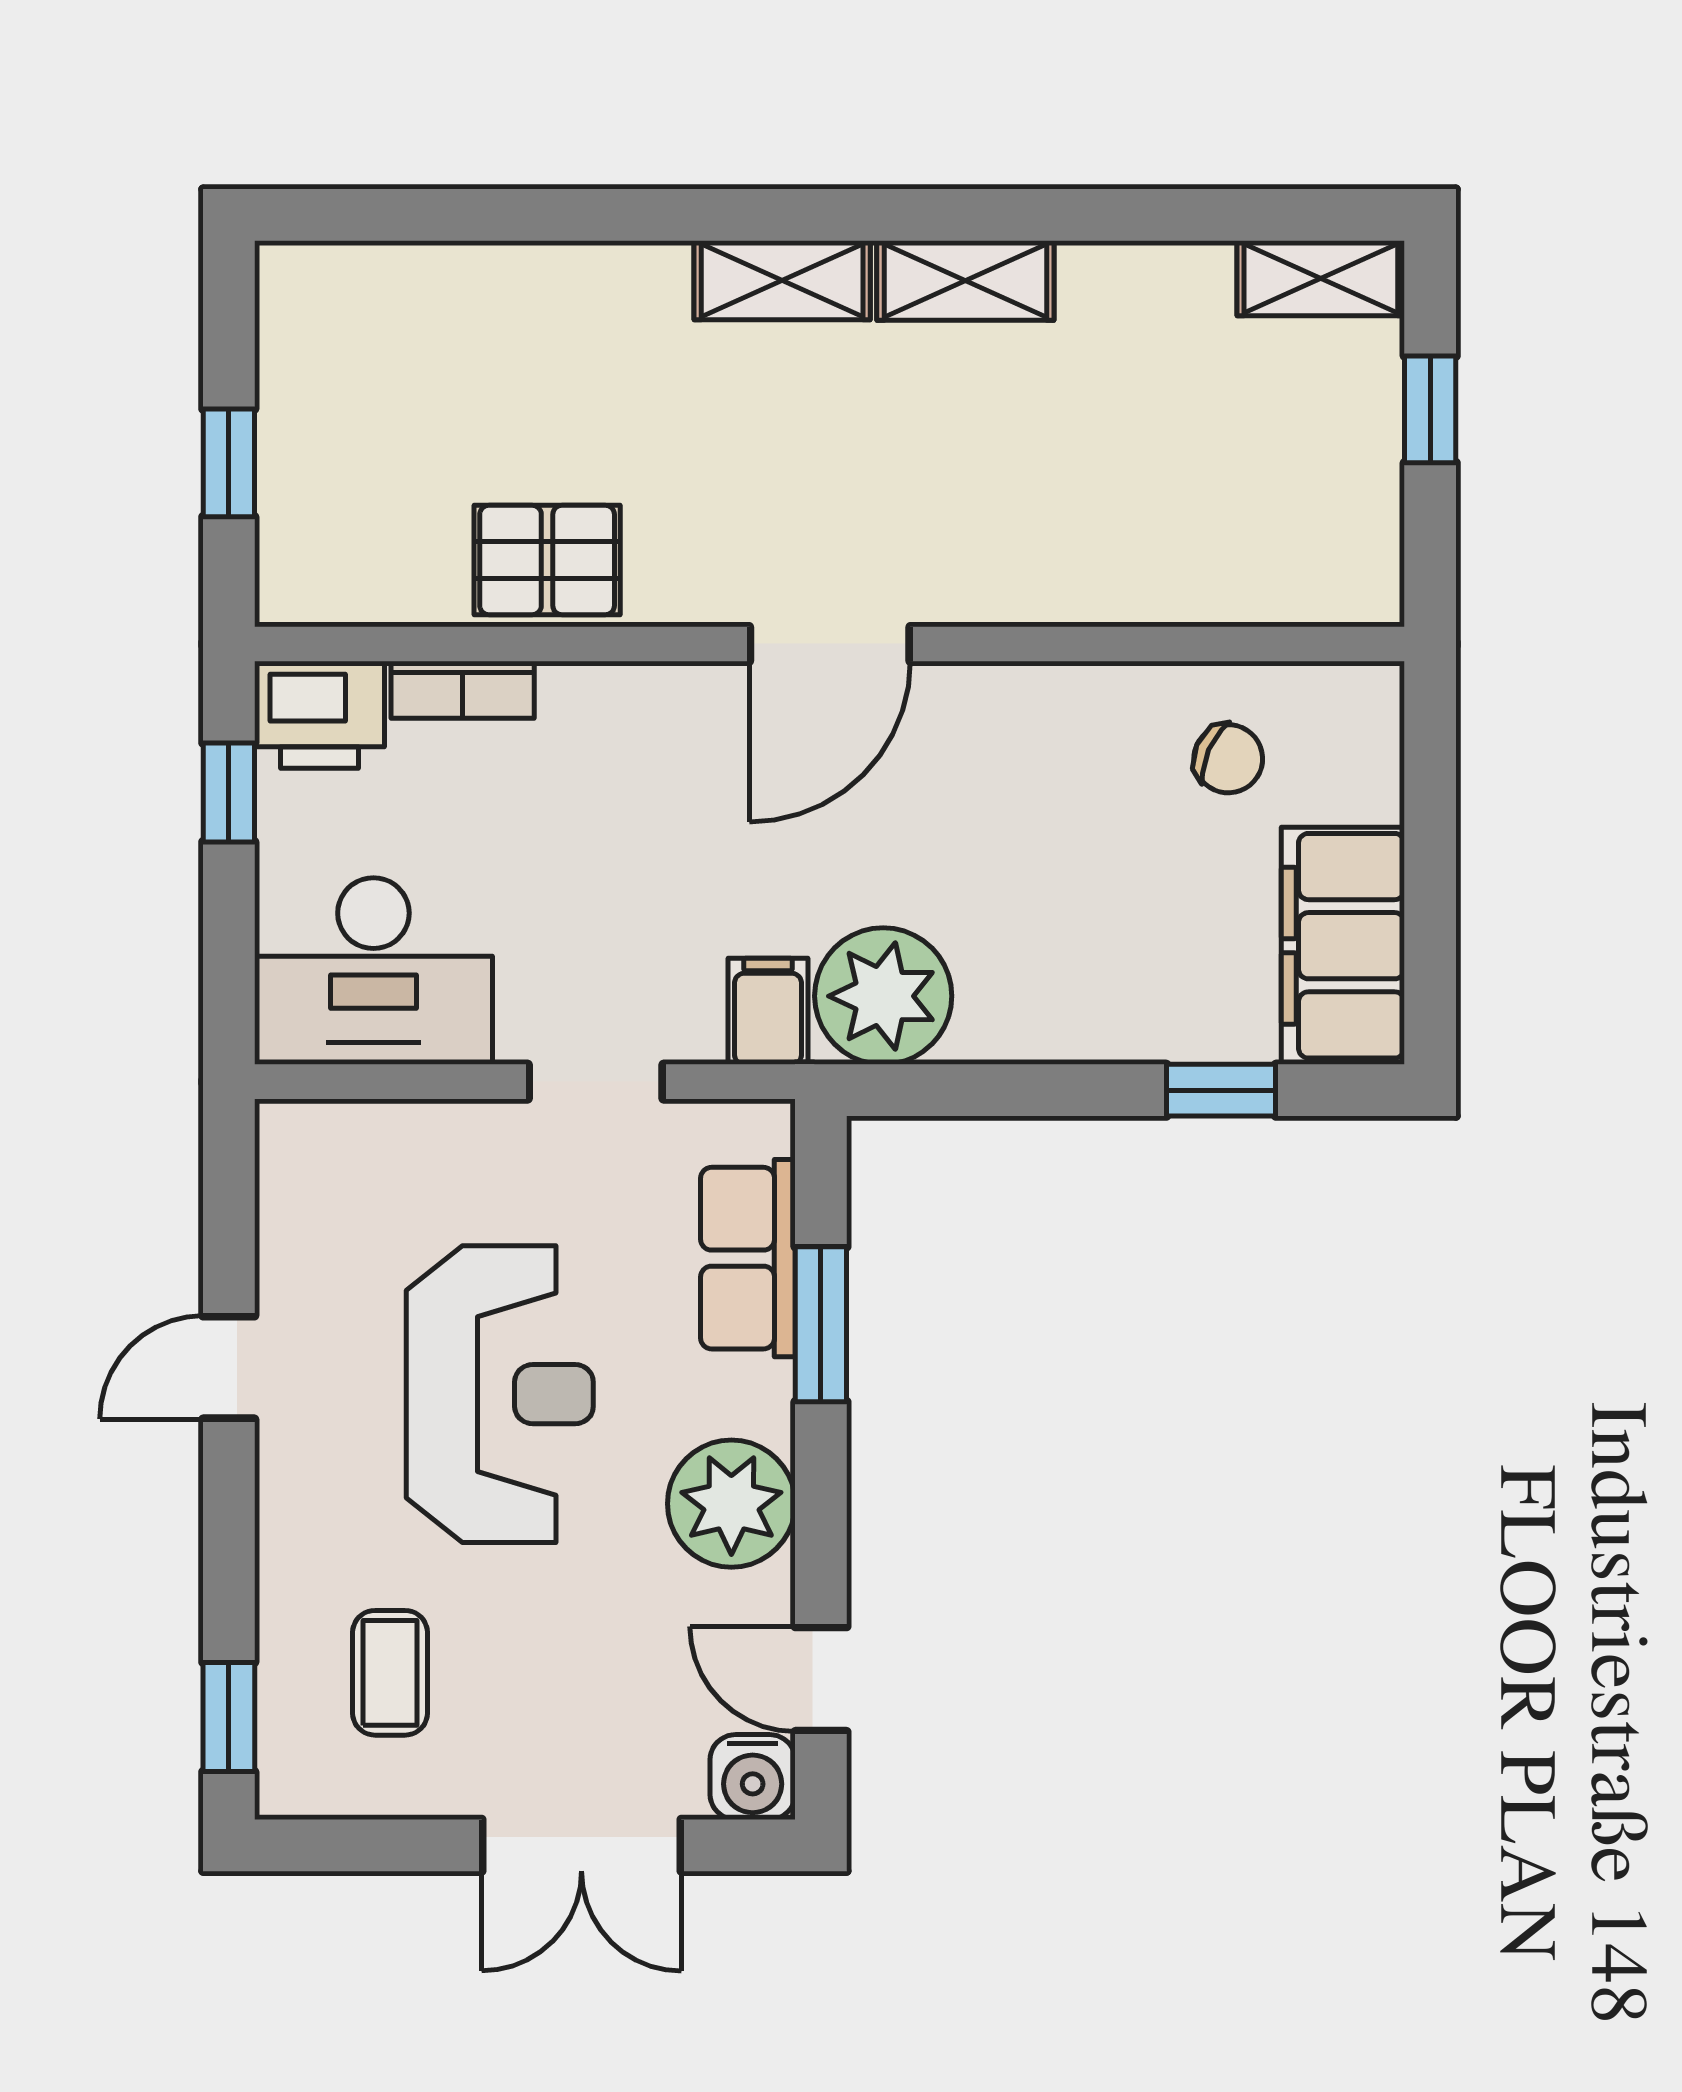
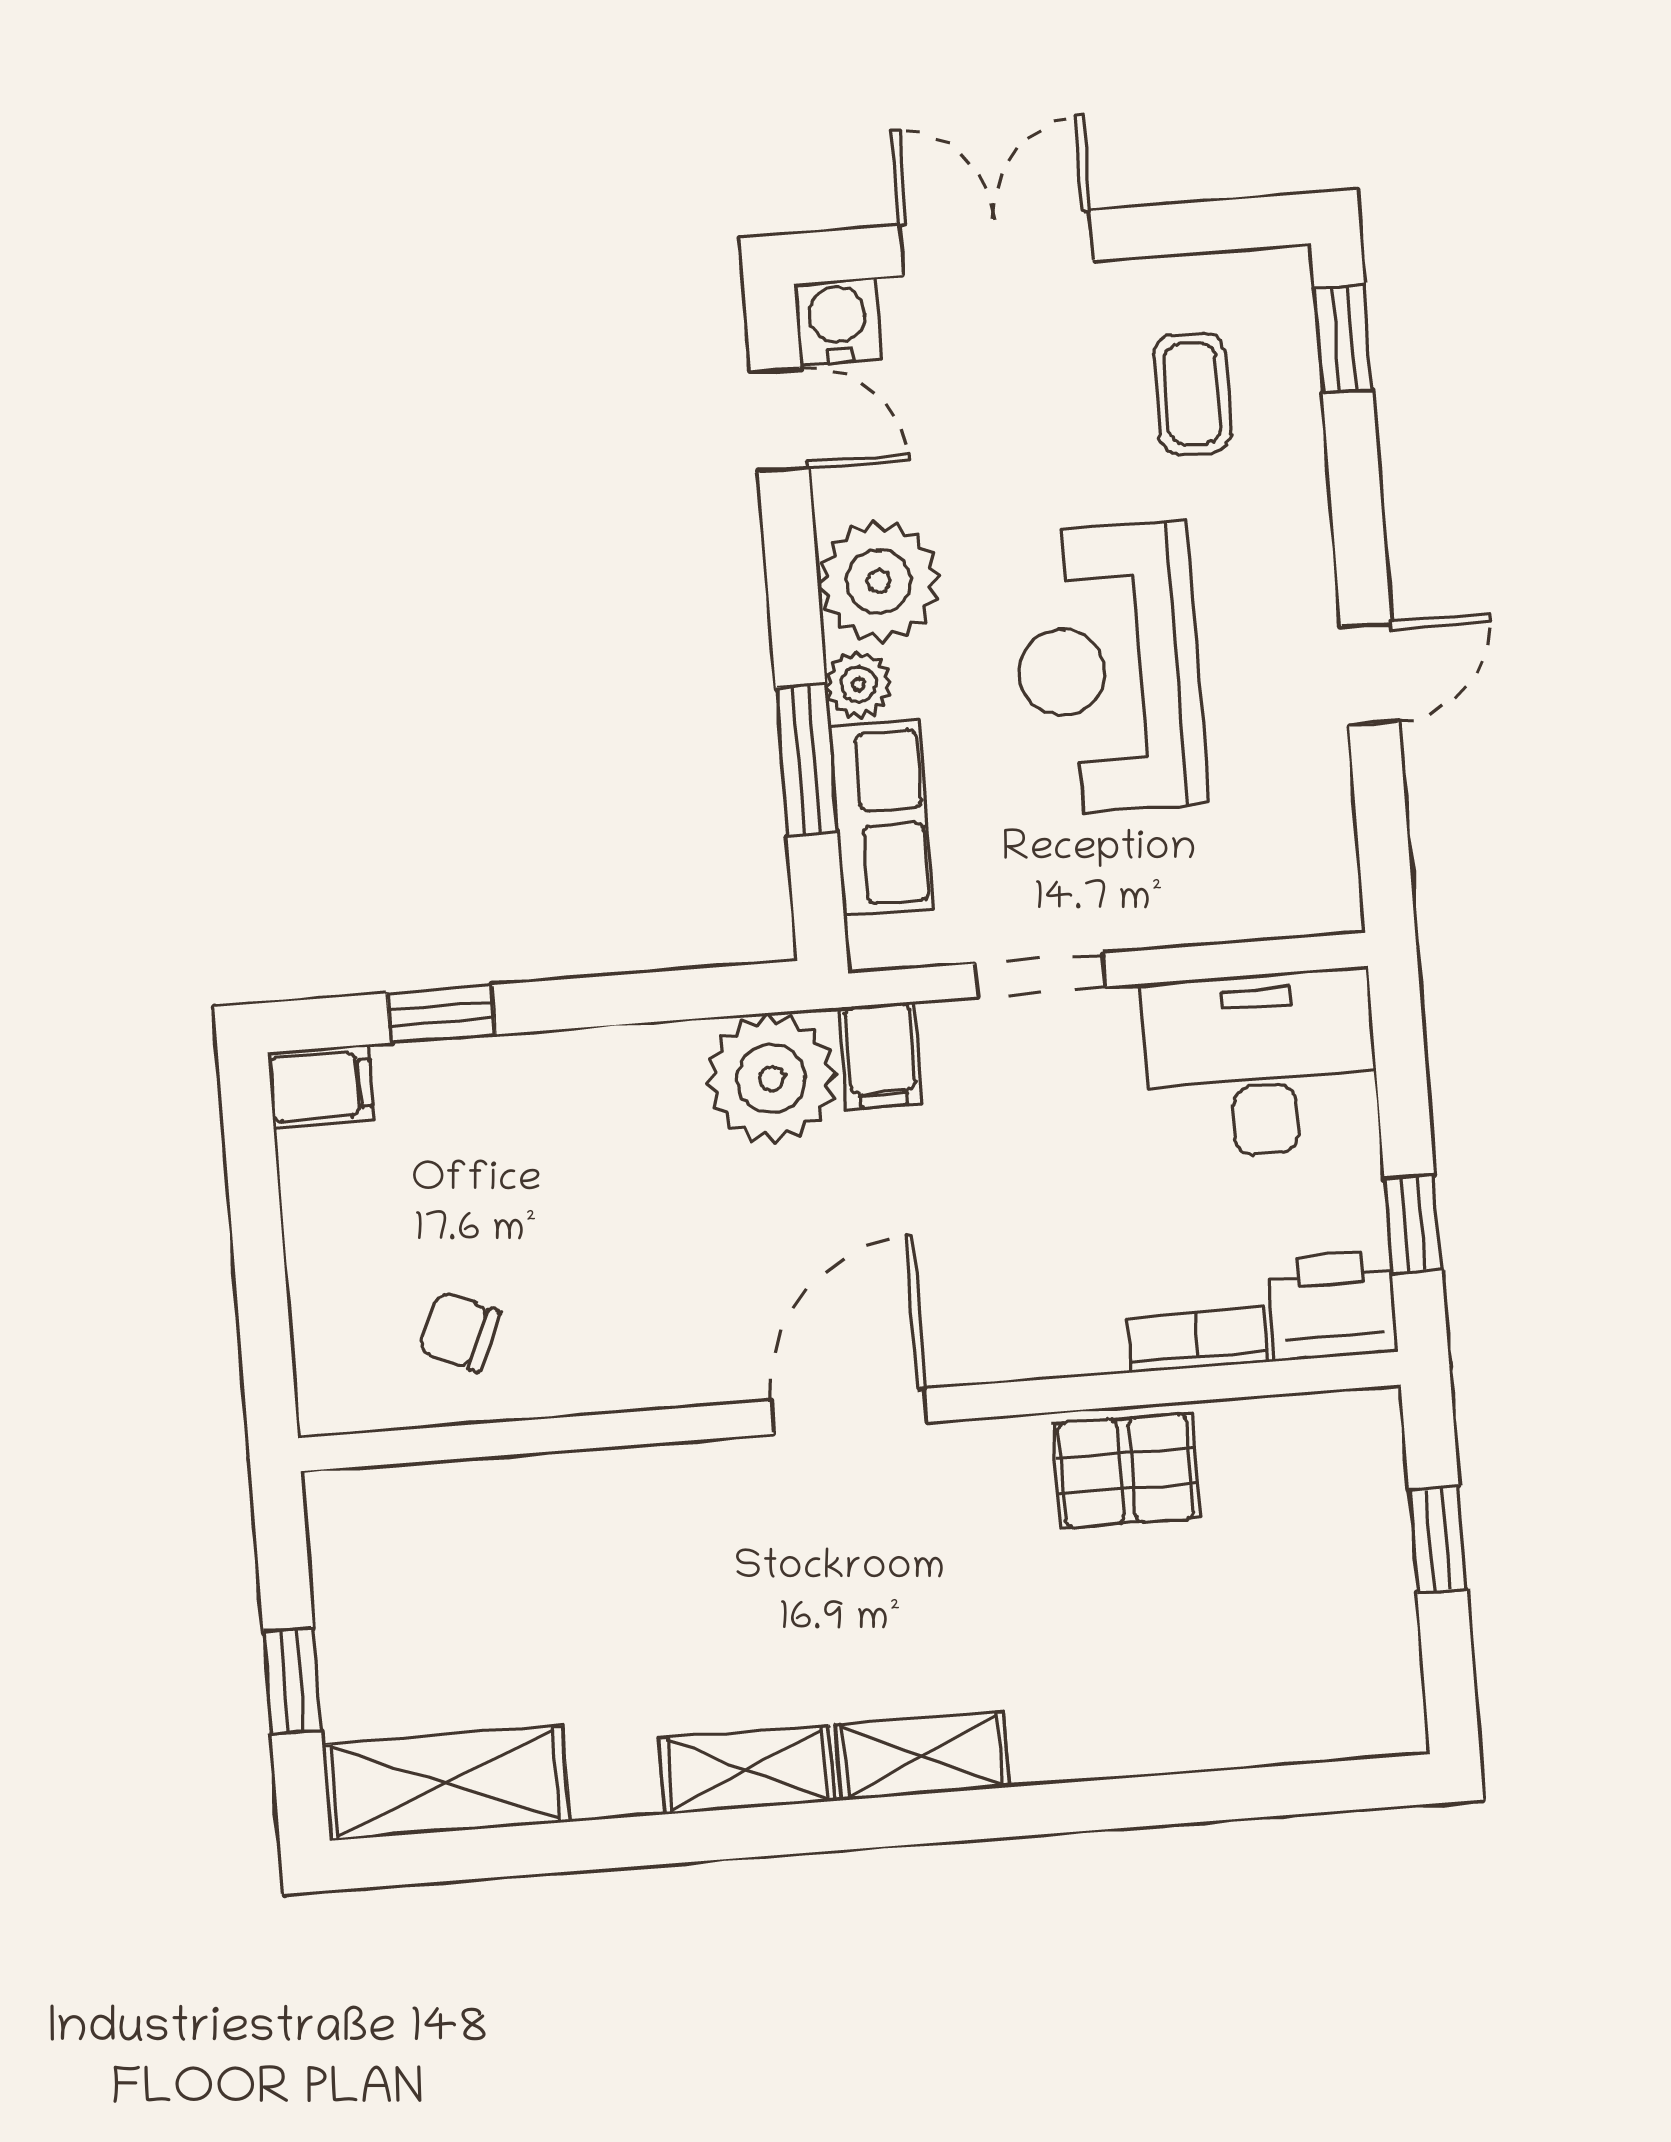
shelving: (1321, 278) -> (446, 1783), width x1.50, depth x1.33
filing cabinet: (1343, 946) -> (321, 1086), width x0.33, depth x0.86
plant: (761, 1398) -> (859, 684), added

